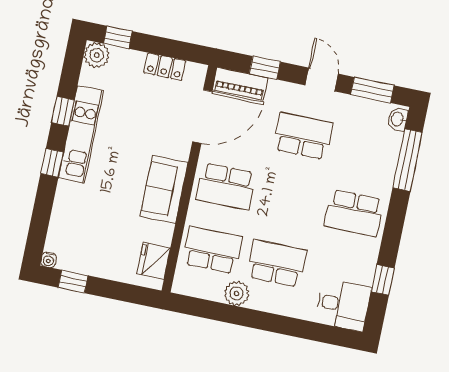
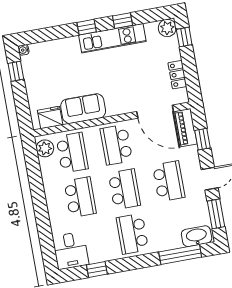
washbasin: (398, 119) -> (197, 236), width x1.91, depth x1.45
sofa: (164, 189) -> (83, 109), moved
school desk: (290, 200) -> (124, 189), added
plant: (237, 293) -> (45, 148), moved

